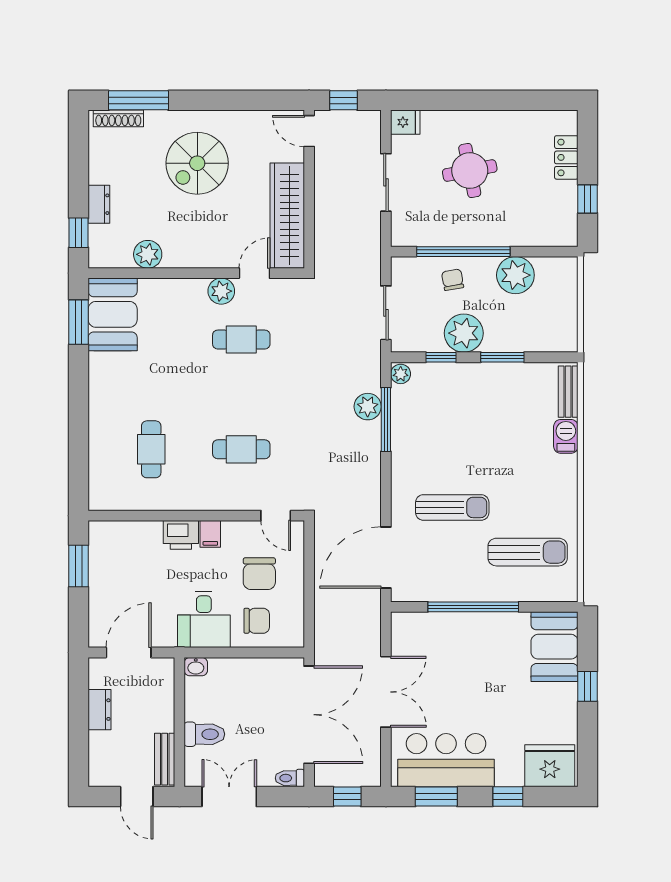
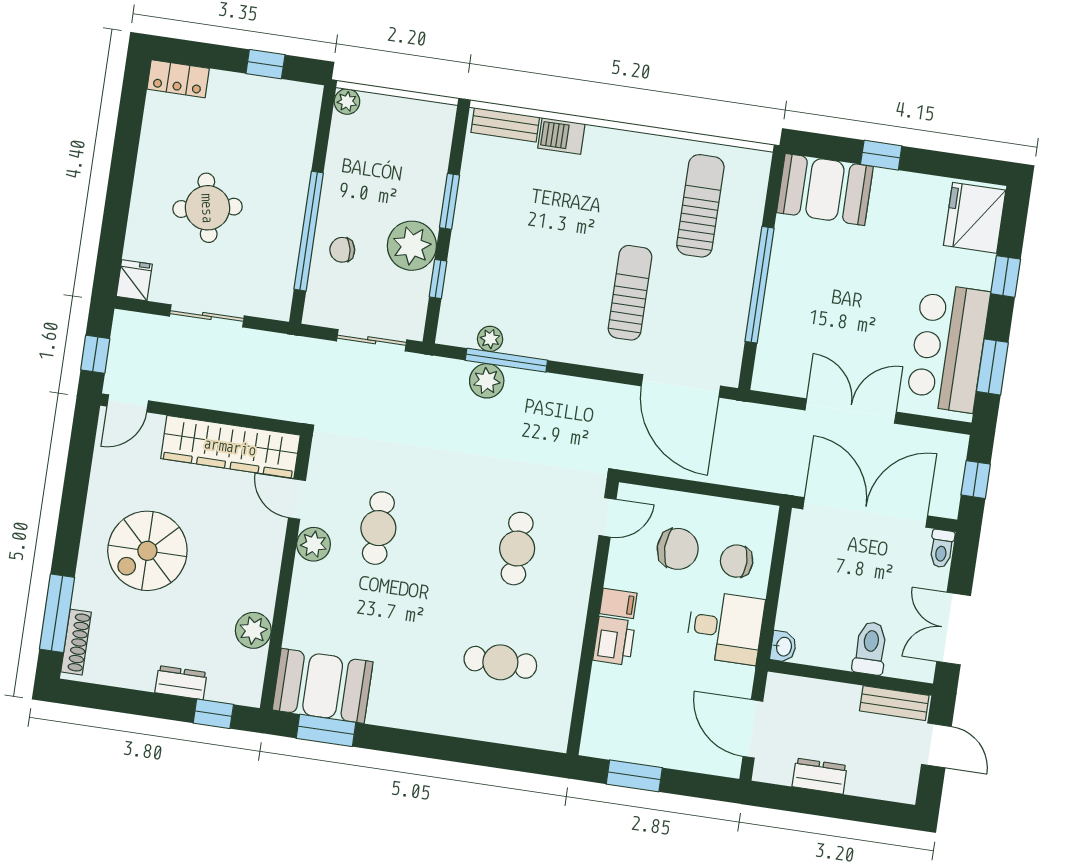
locker: (566, 157) -> (178, 79), moved
spiral stairs: (197, 163) -> (147, 551), turned 90
plant: (515, 275) -> (347, 102), moved, width x0.53, depth x0.53
plant: (401, 374) -> (490, 339), moved
chair: (257, 621) -> (737, 561), turned -90
door: (137, 797) -> (936, 745), hinge flipped

